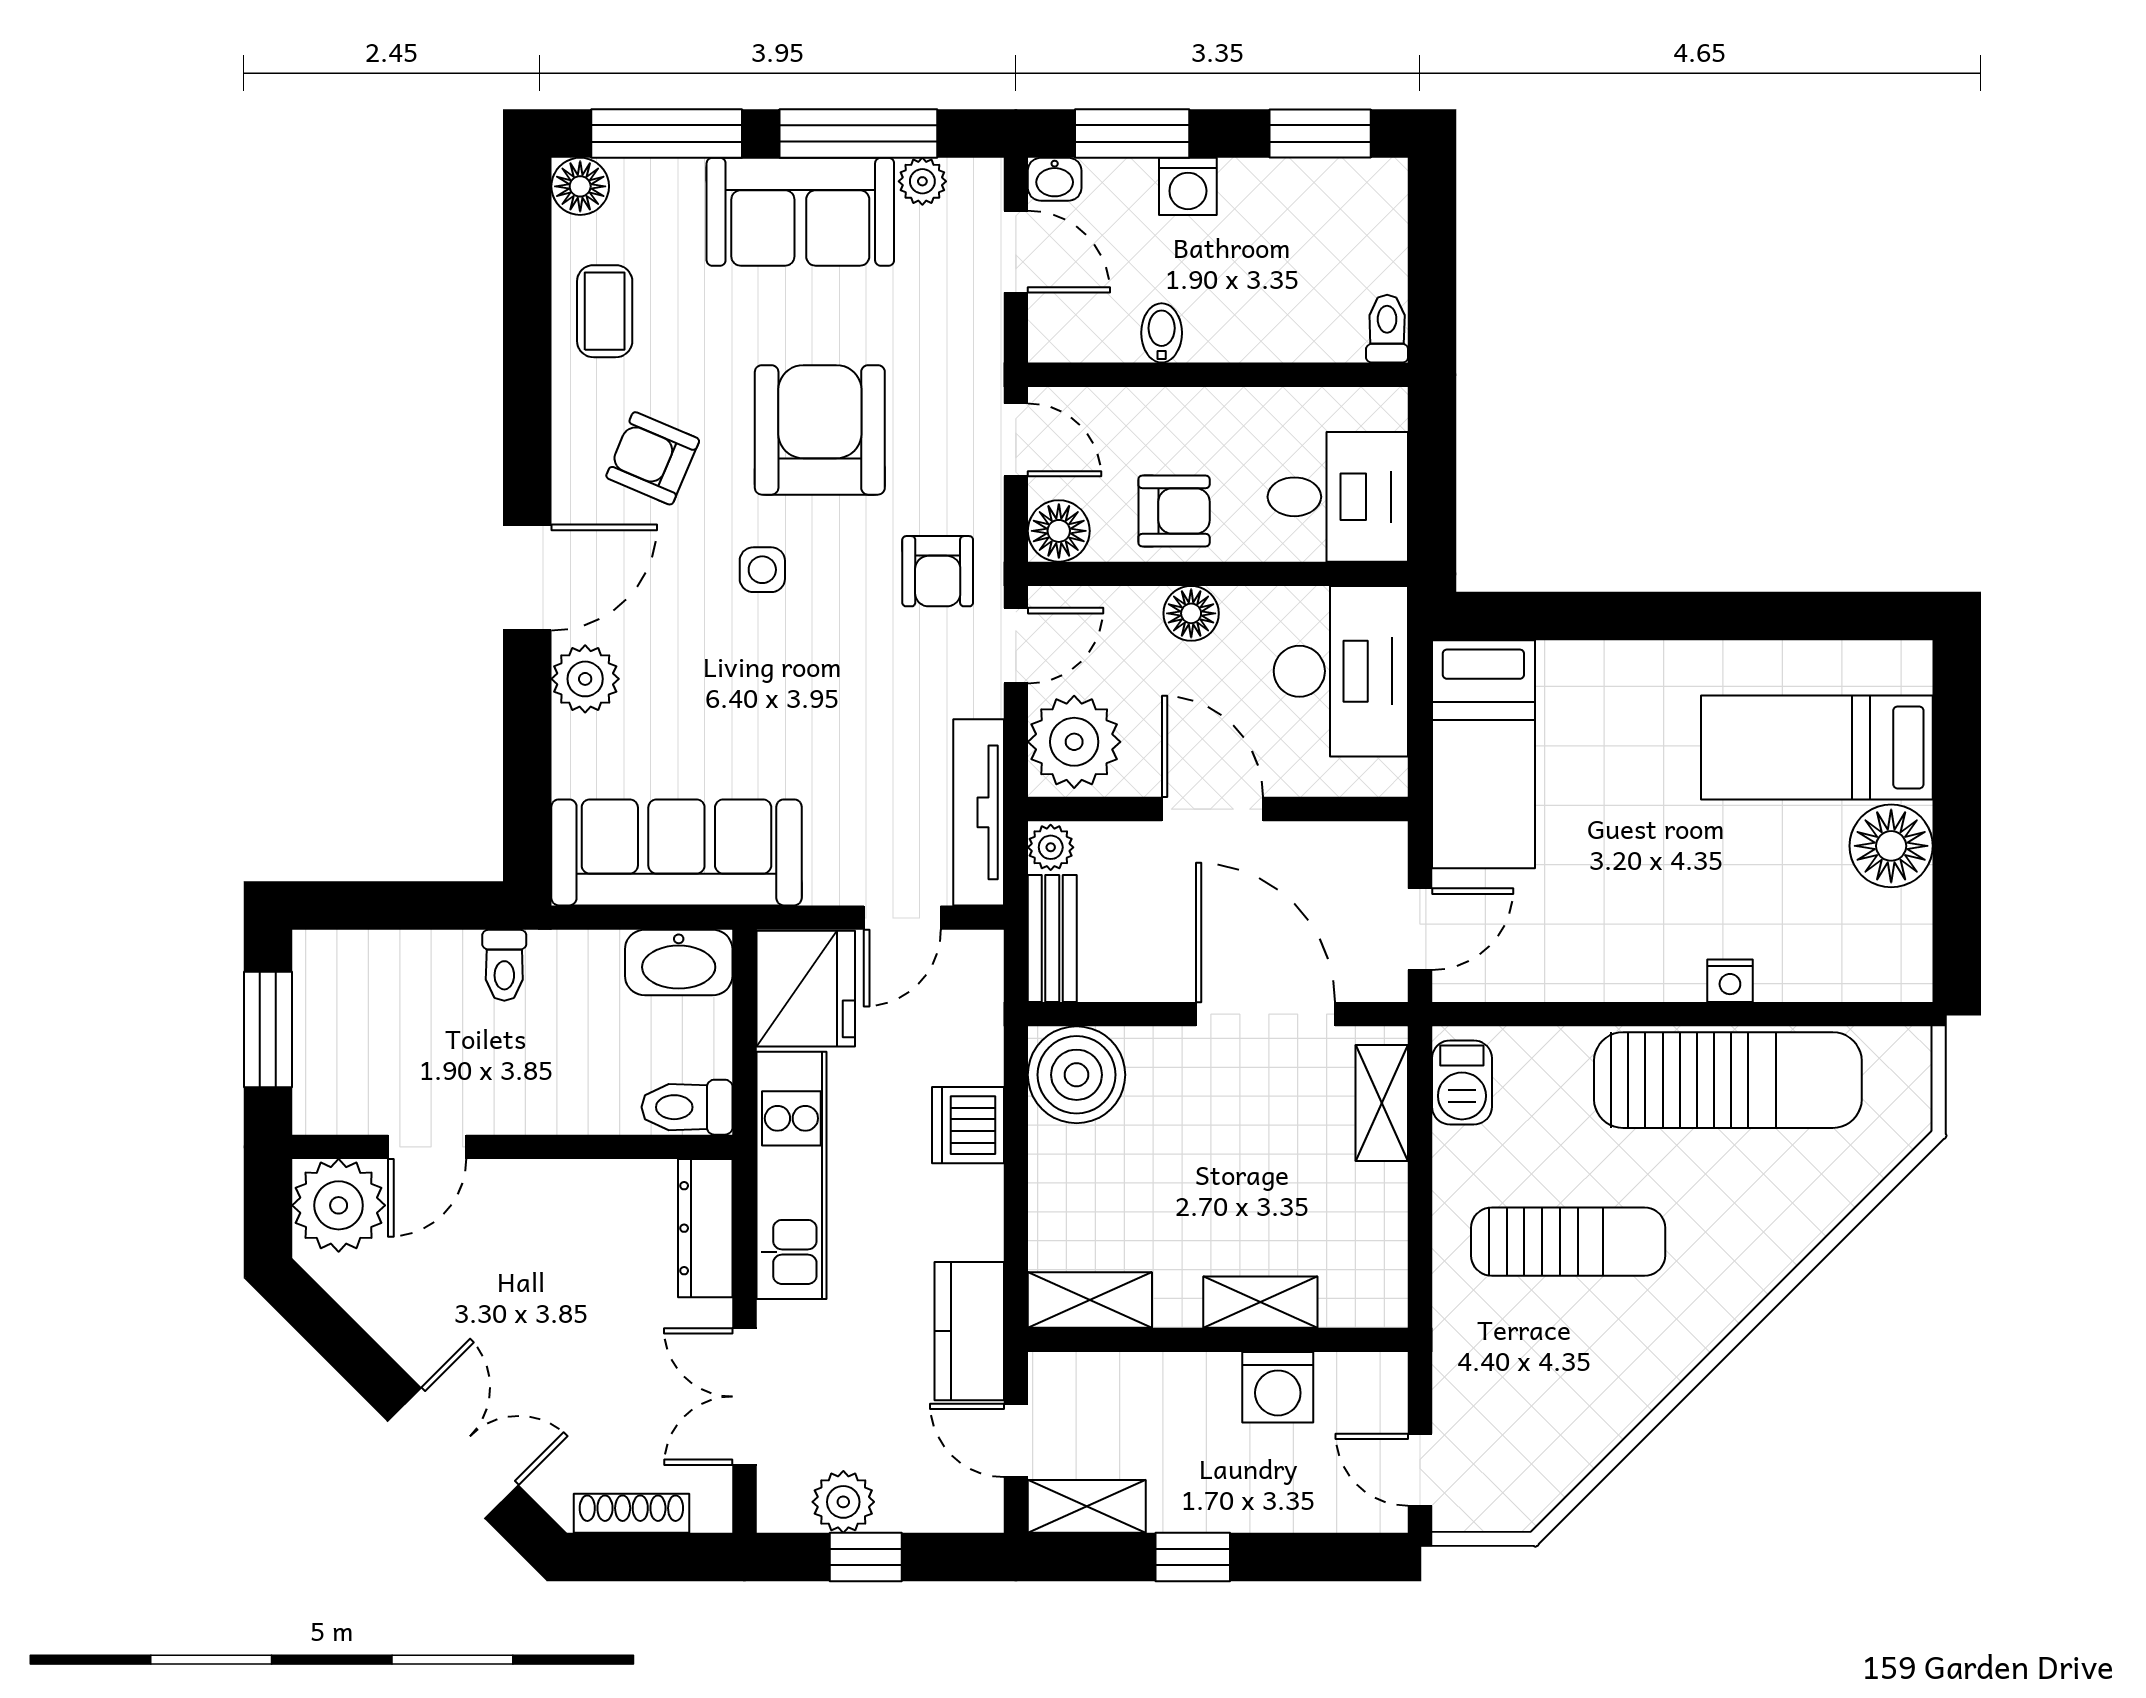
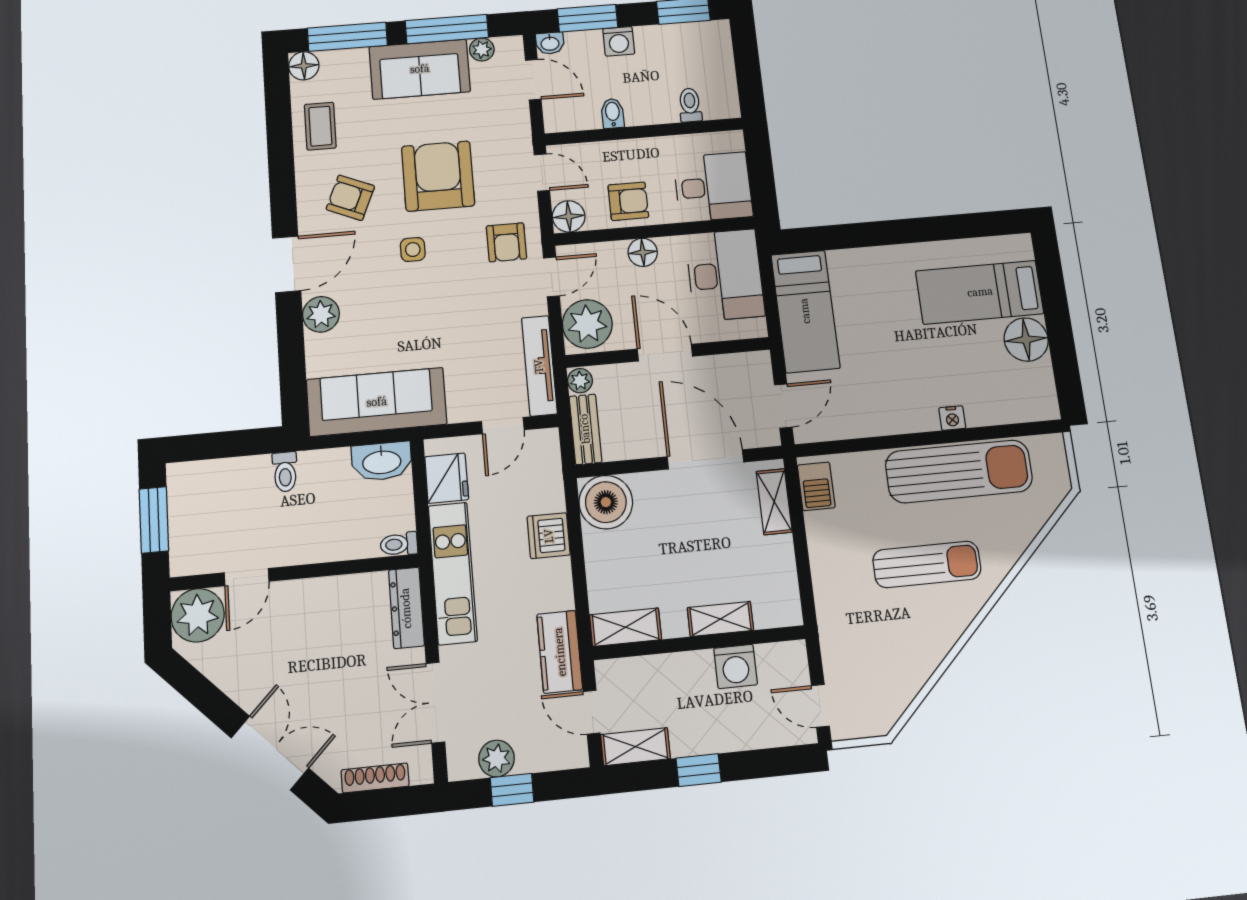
toilet: (1387, 329) -> (690, 105), moved
fridge: (806, 989) -> (447, 478), width x0.73, depth x0.75
toilet: (687, 1107) -> (399, 544), width x0.73, depth x0.72
sun lounger: (1568, 1242) -> (927, 564), moved

